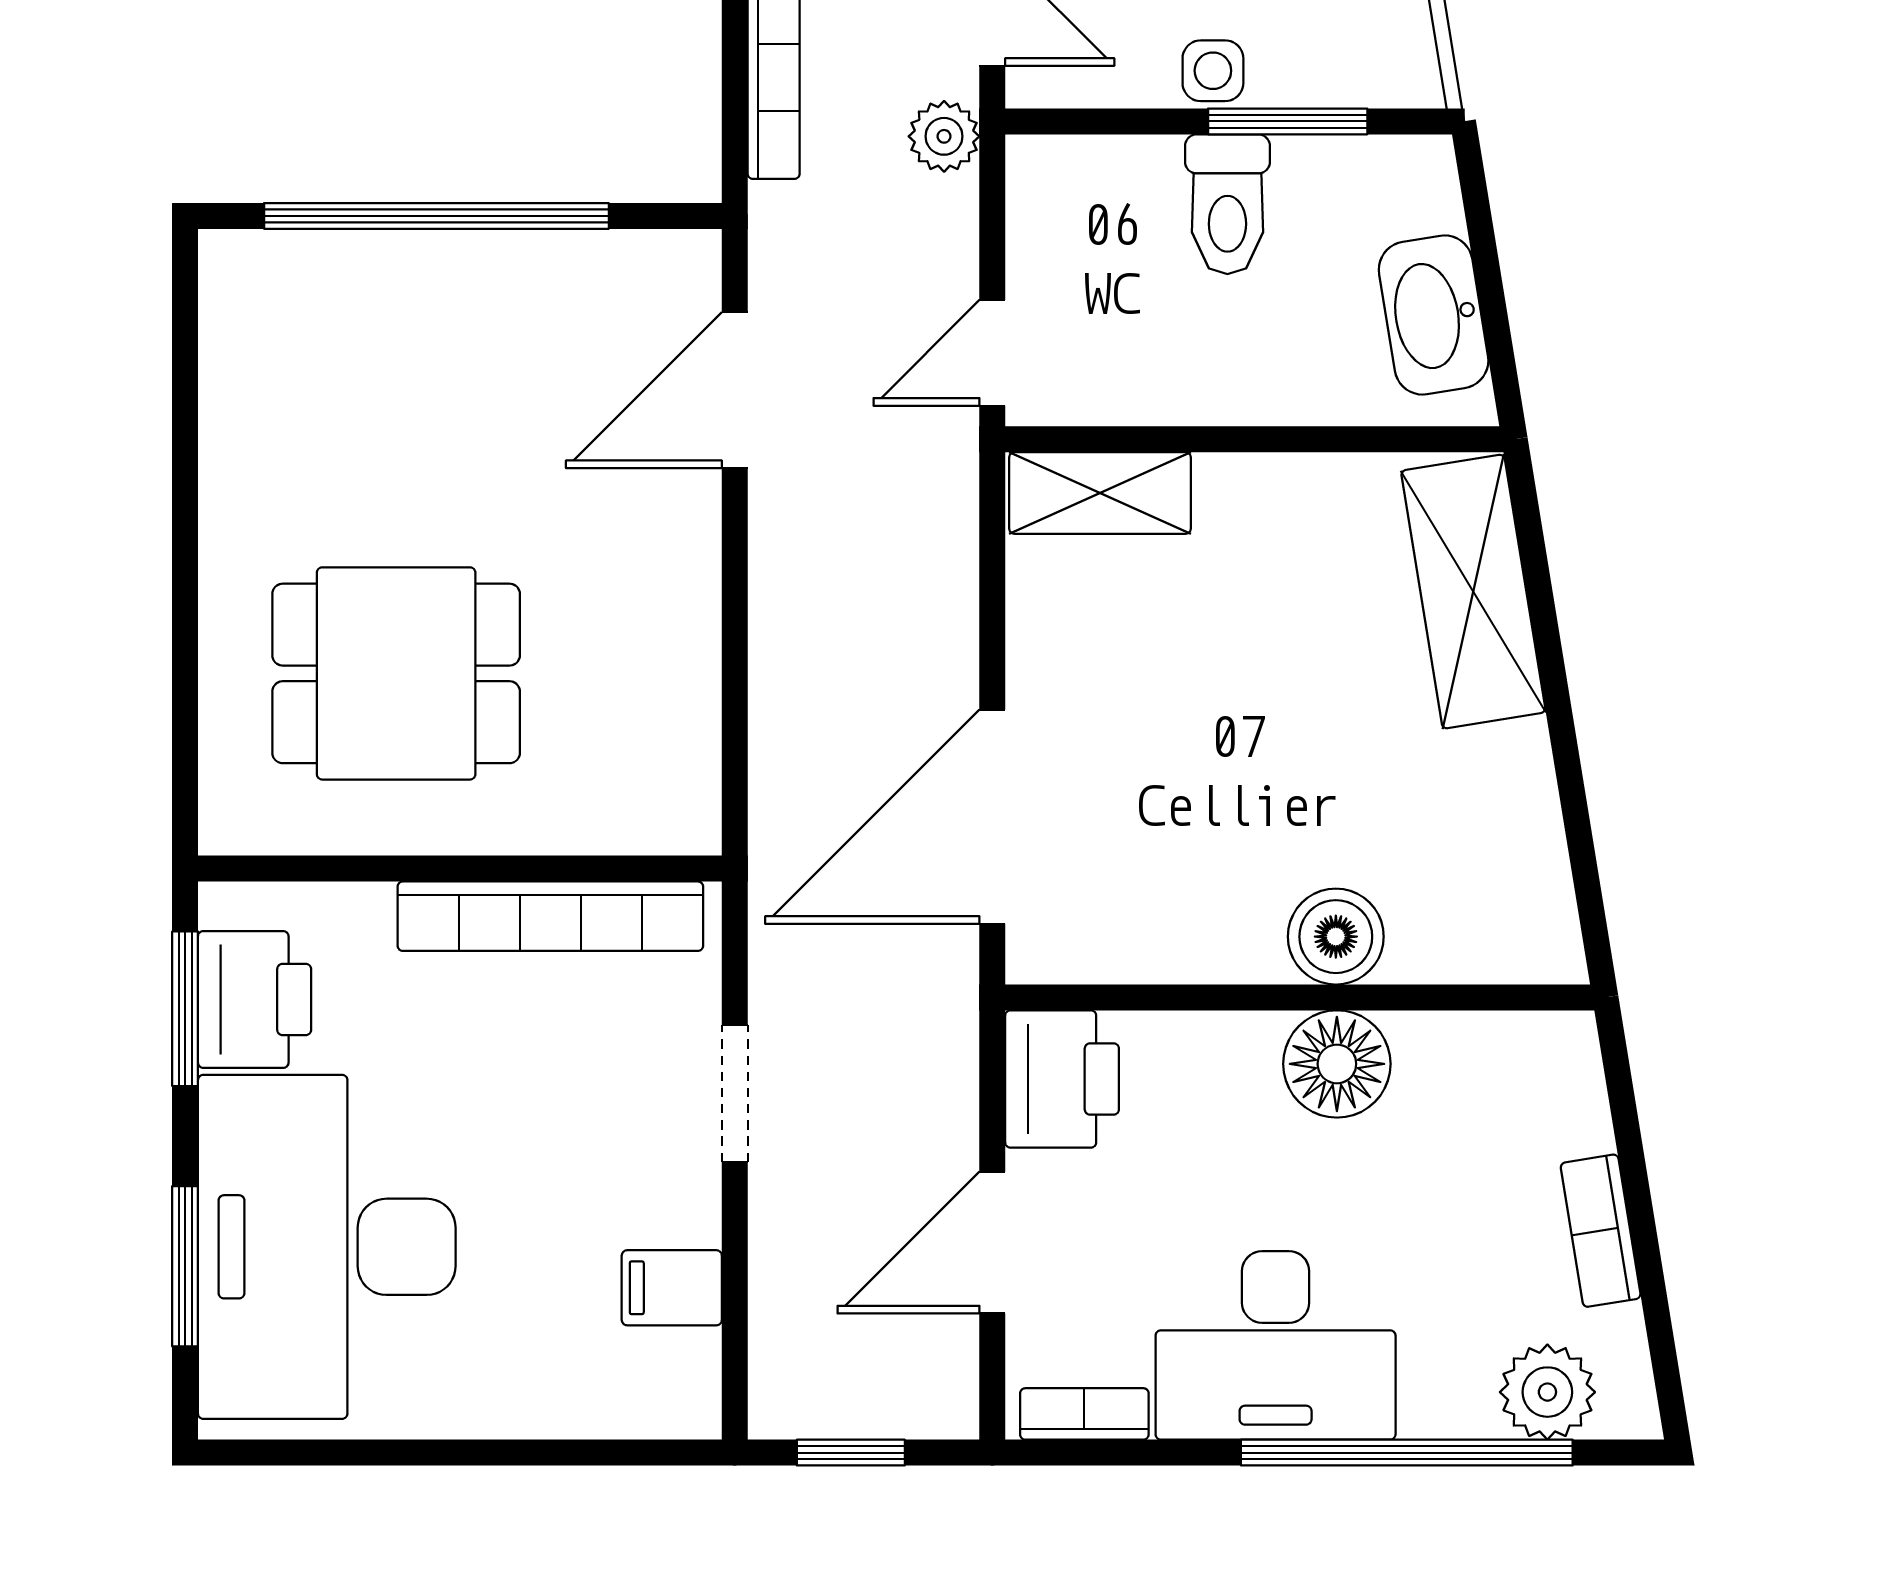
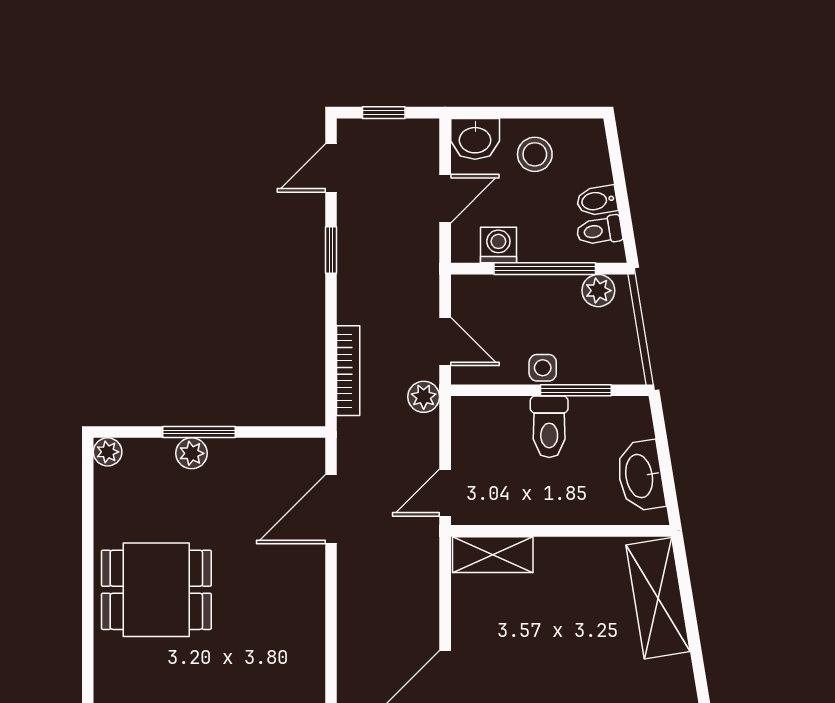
window: (436, 216) -> (199, 432), width x0.47
plant: (230, 261) -> (108, 452), added
plant: (420, 264) -> (192, 453), added
dining table: (396, 673) -> (156, 590), moved

